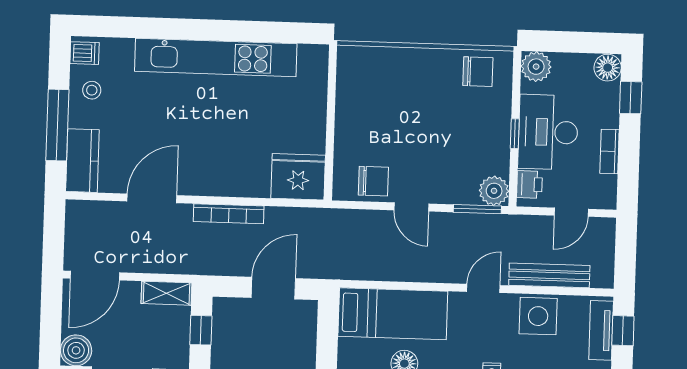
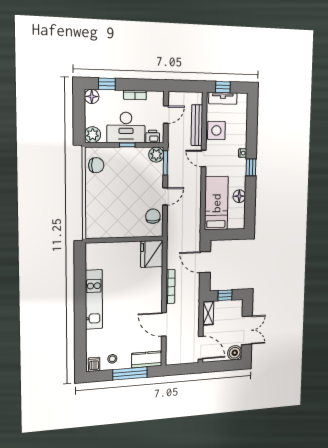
kitchen unit: (216, 58) -> (94, 300), width x0.73
chair: (478, 72) -> (96, 165), turned 90
door: (571, 212) -> (166, 115), hinge flipped

